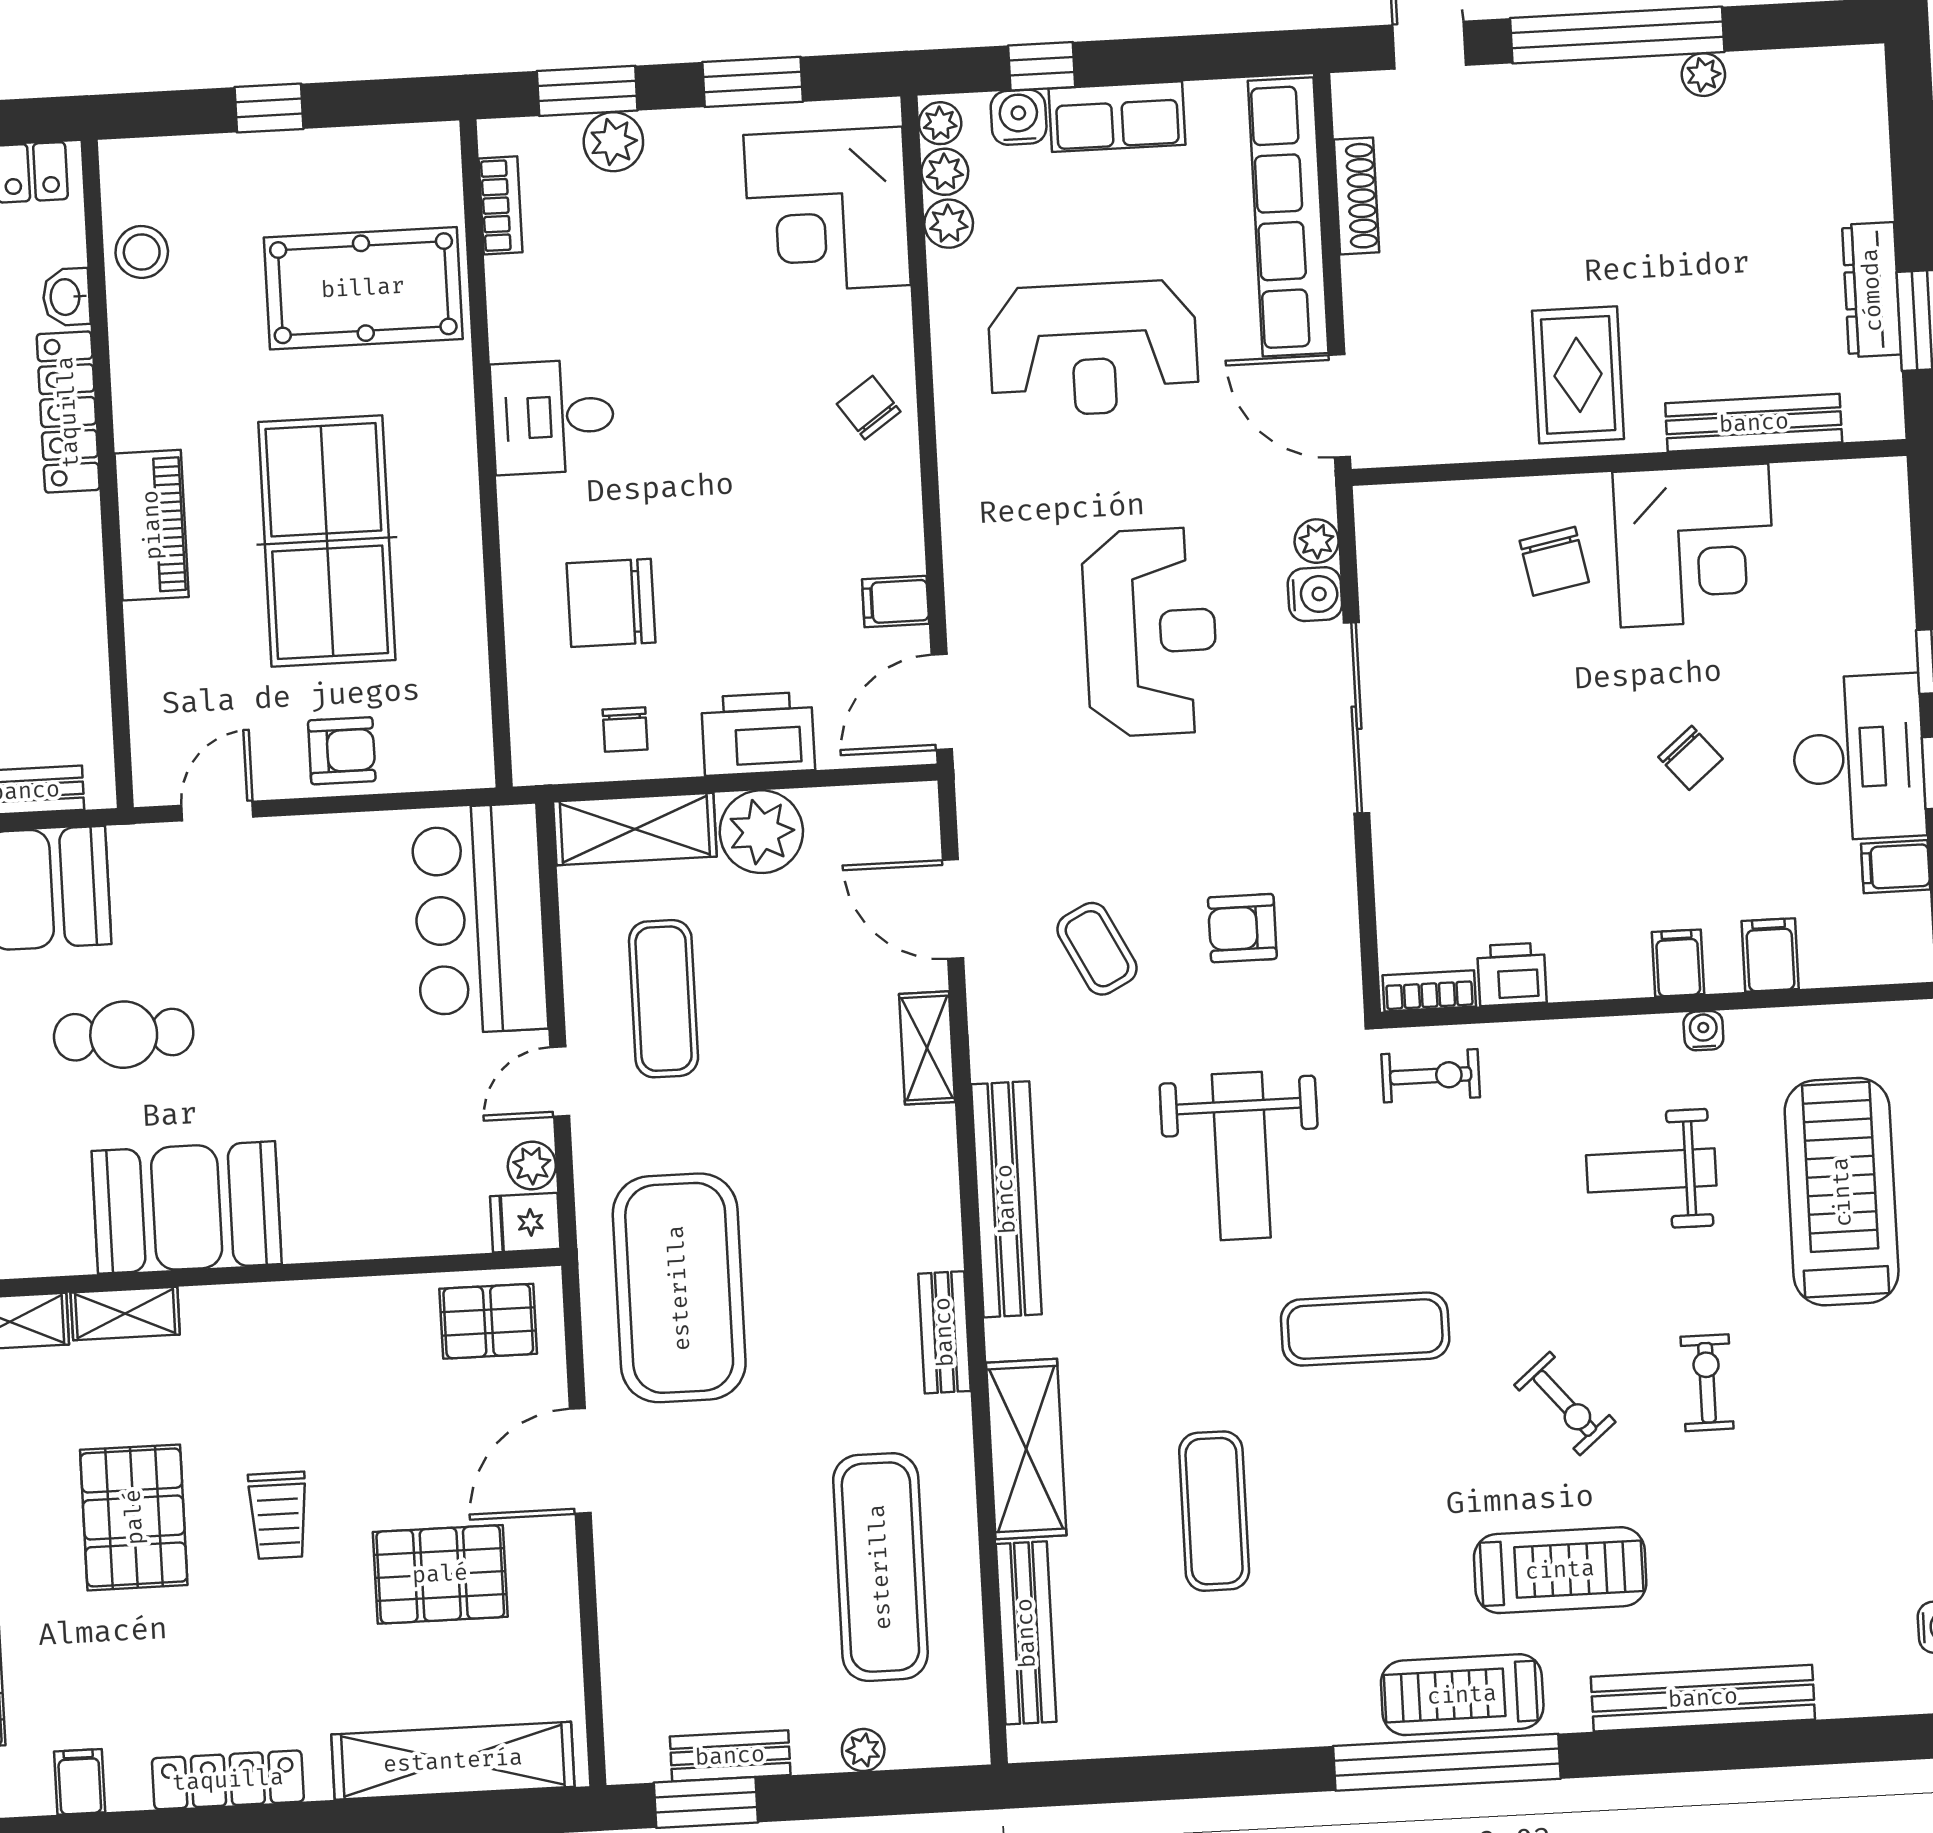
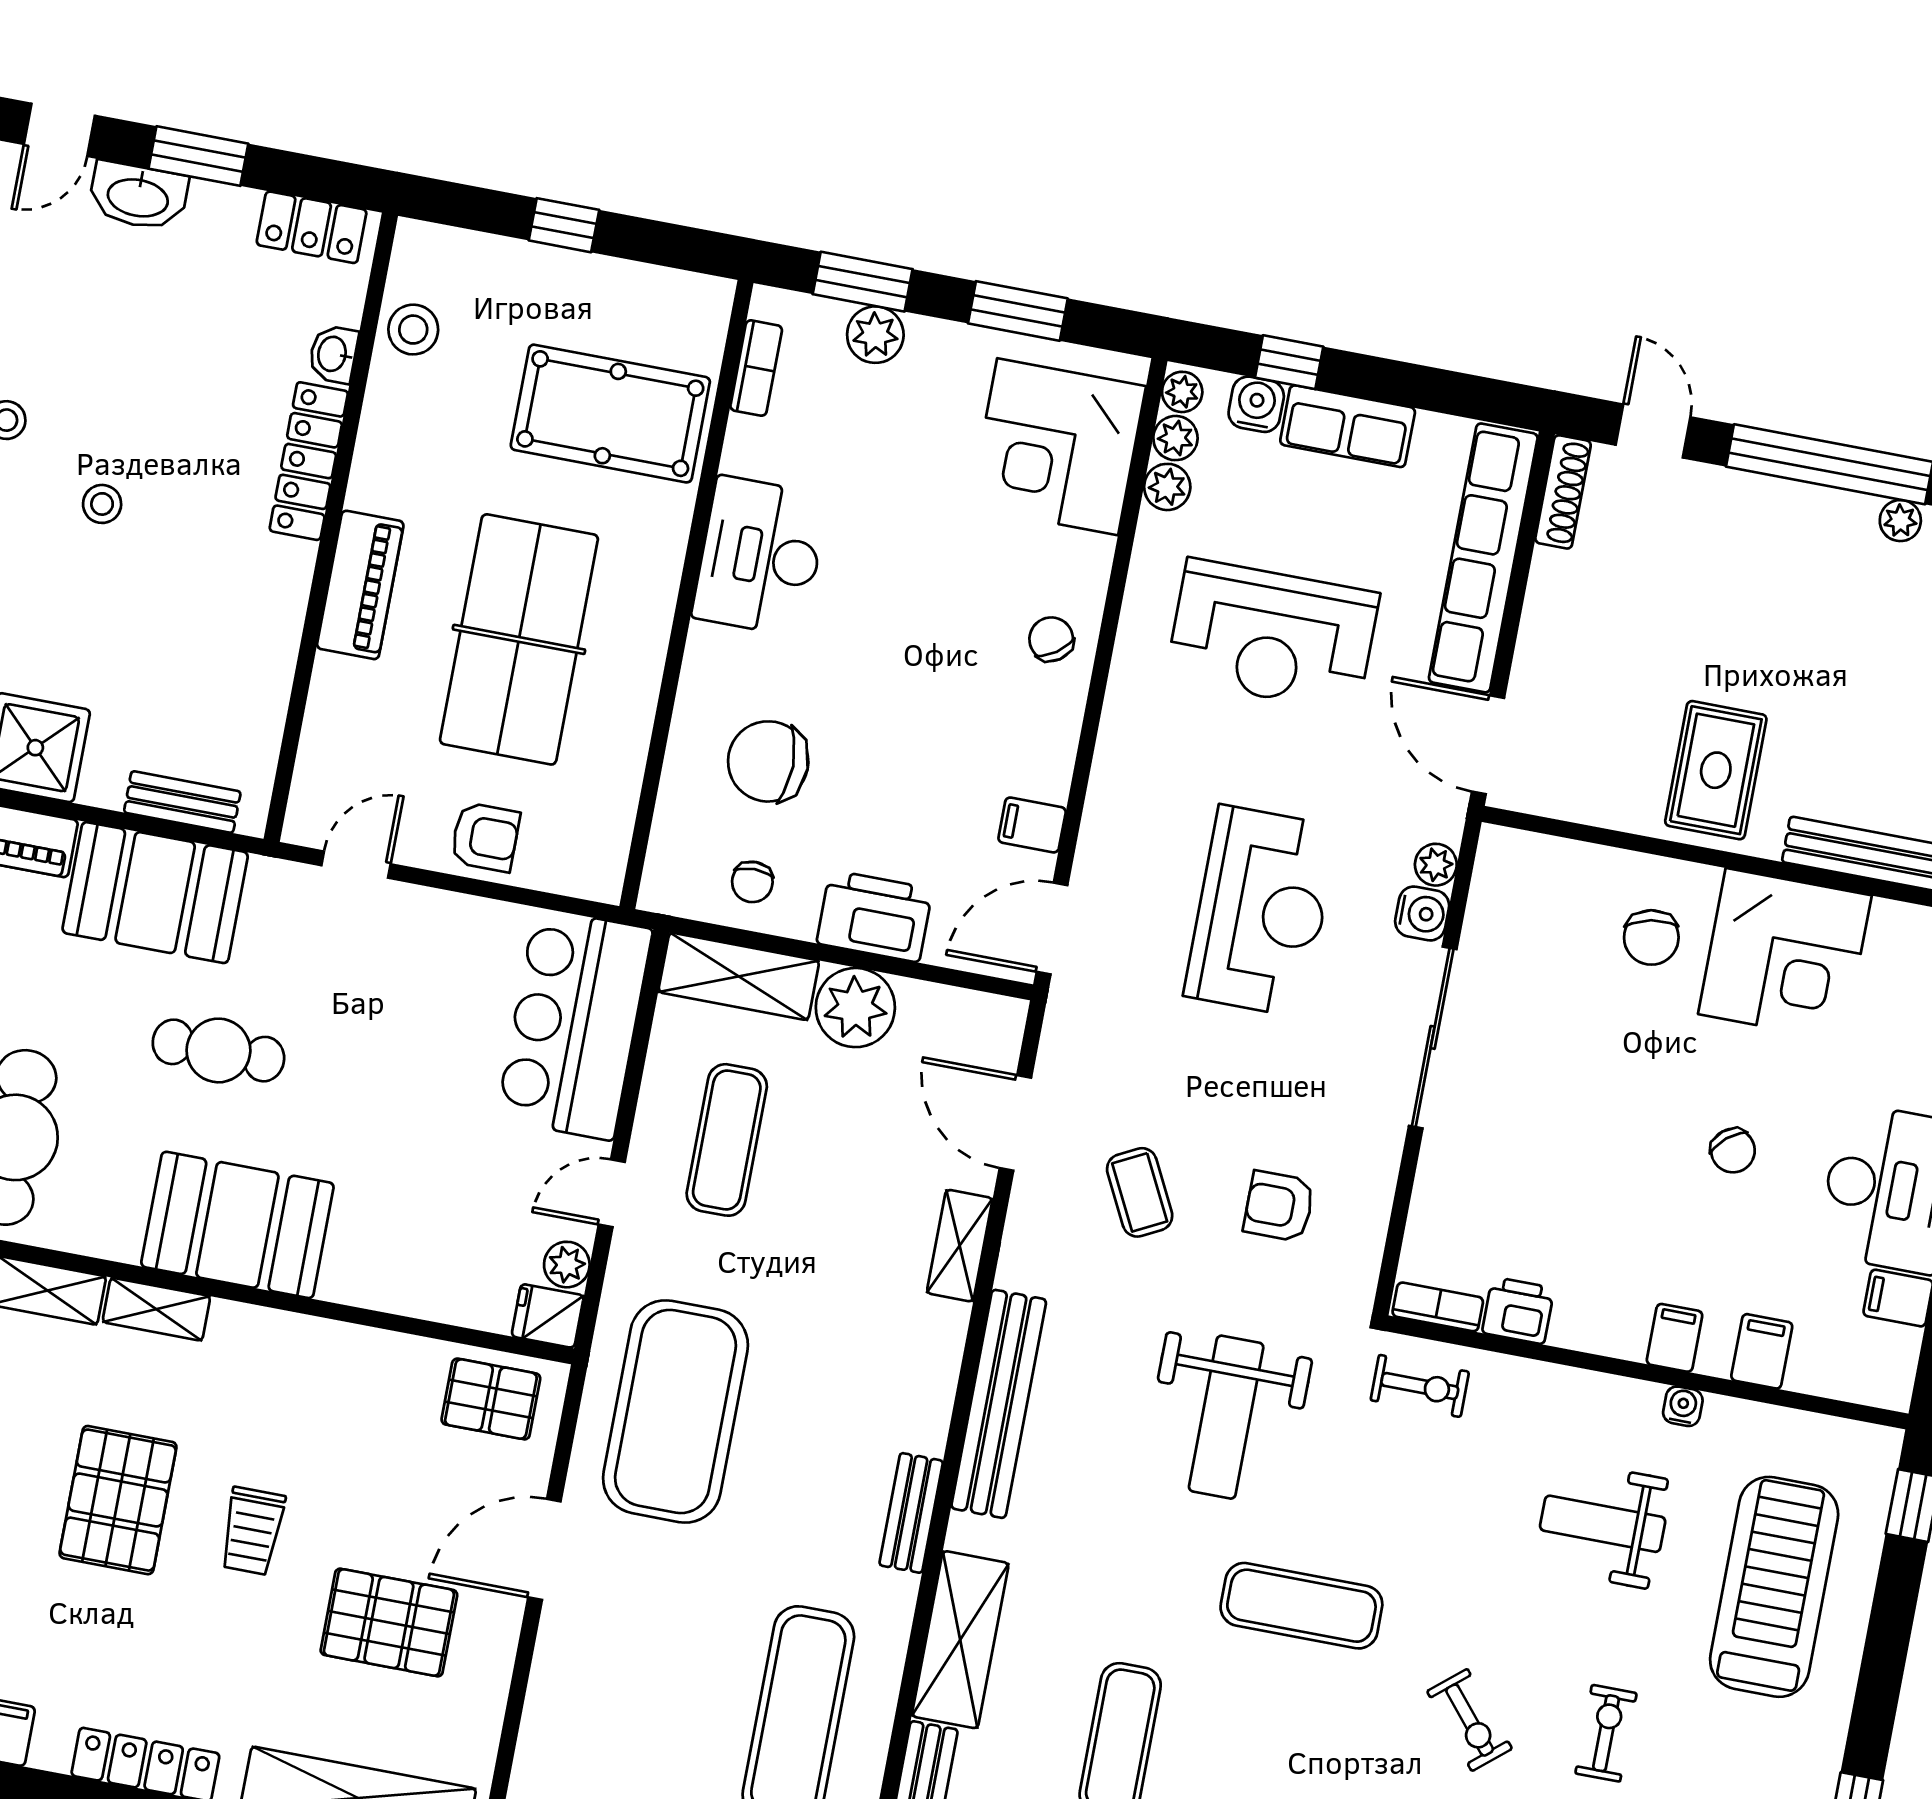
shoe rack: (1356, 196) -> (1563, 492), moved
desk: (553, 417) -> (760, 556), width x1.37

